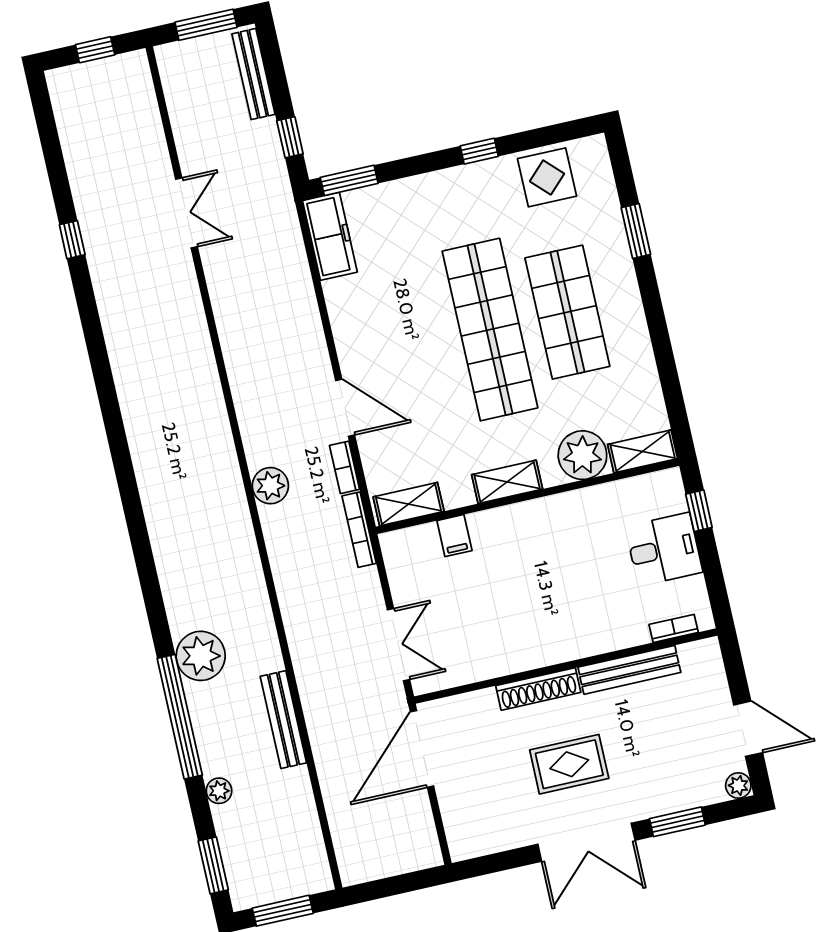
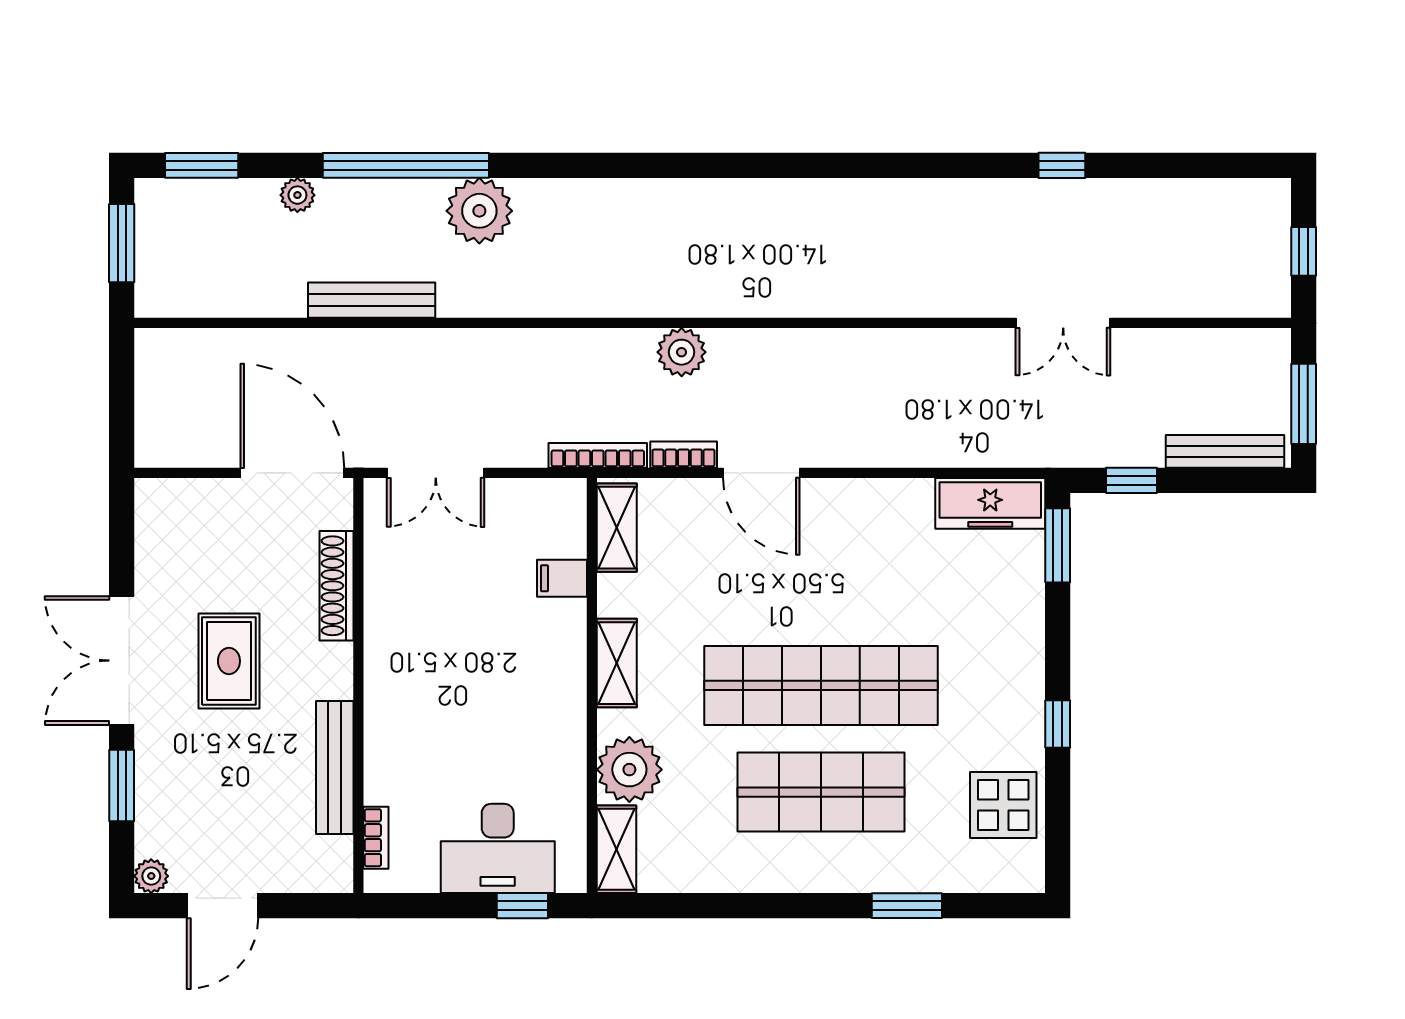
door: (345, 408) -> (761, 473), hinge flipped
desk: (664, 549) -> (498, 848), width x1.37
shoe rack: (538, 689) -> (337, 586), moved

